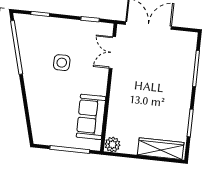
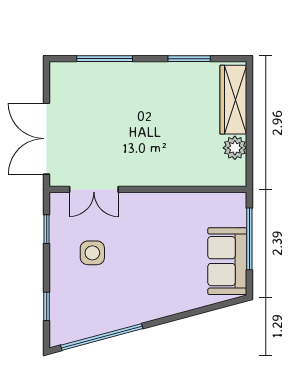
side table: (62, 63) -> (92, 253), moved
sofa: (91, 117) -> (227, 261), moved, turned 90
plant: (112, 145) -> (235, 148), moved

